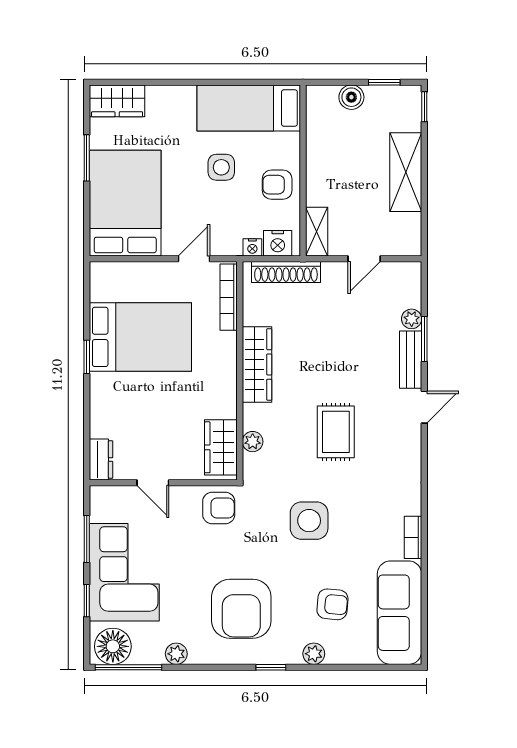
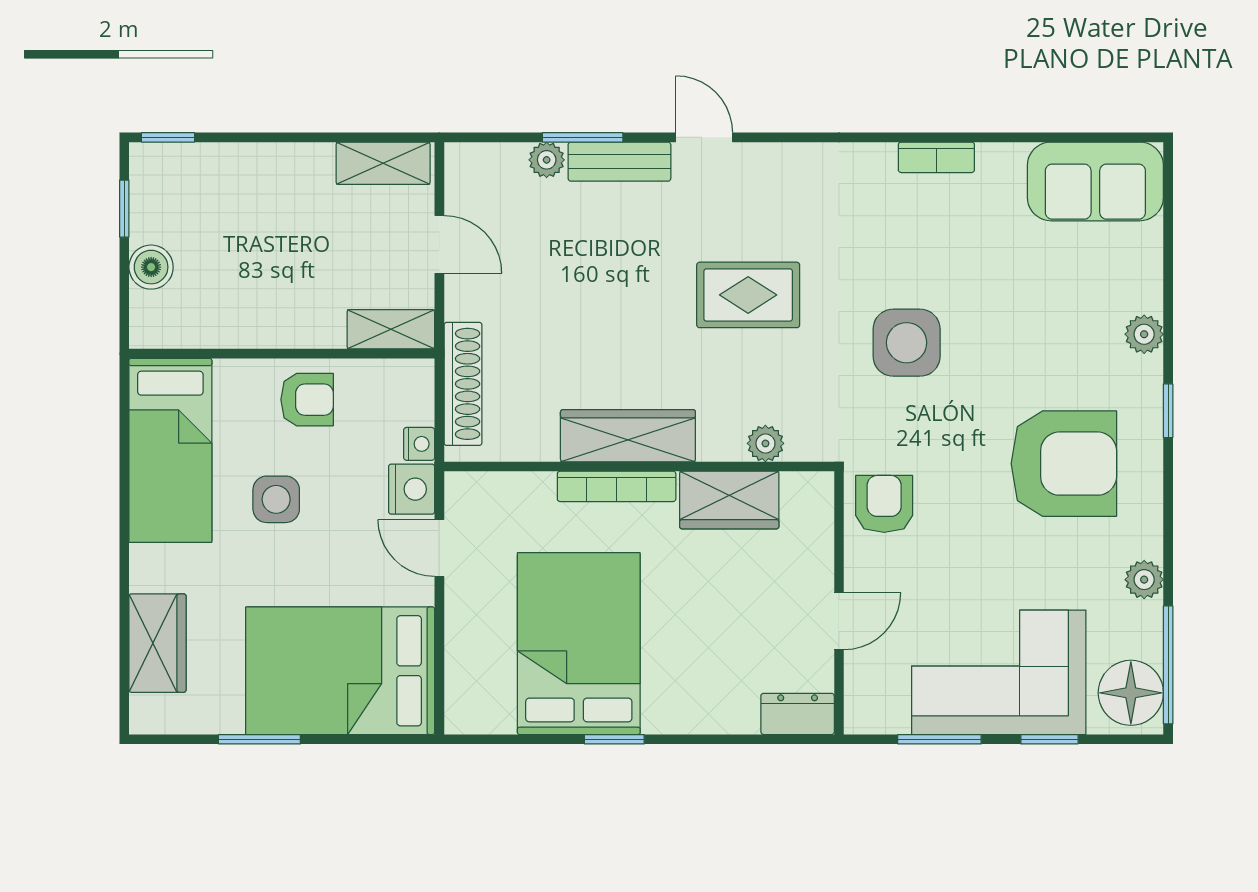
wardrobe: (117, 101) -> (158, 643), moved
shelving: (406, 172) -> (383, 163), moved, width x0.67, depth x0.75
armchair: (277, 185) -> (307, 400), turned -90
nightstand: (278, 243) -> (412, 489), moved
bookcase: (229, 297) -> (617, 486), moved
wardrobe: (221, 447) -> (729, 500), moved
armchair: (332, 604) -> (1056, 301), removed
sofa: (399, 613) -> (1095, 181), width x0.73

